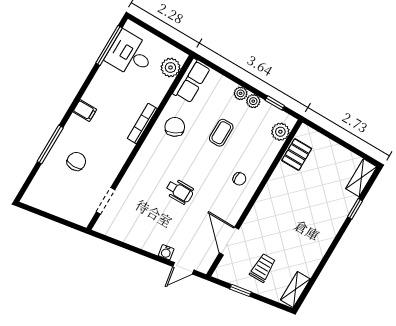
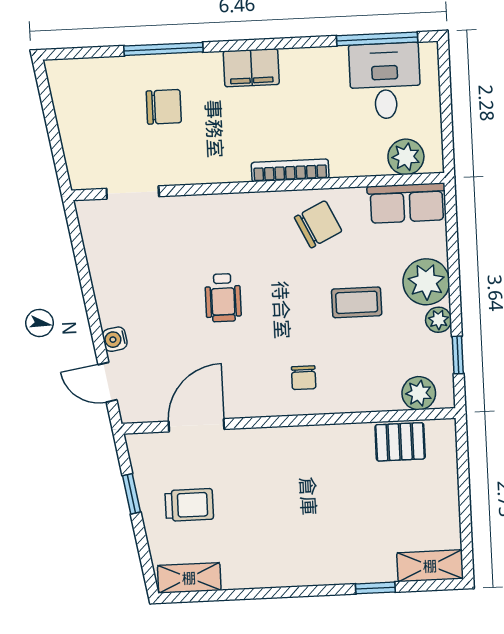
plant: (241, 93) -> (426, 282), width x1.88, depth x1.88
filing cabinet: (85, 111) -> (251, 68), width x2.00

